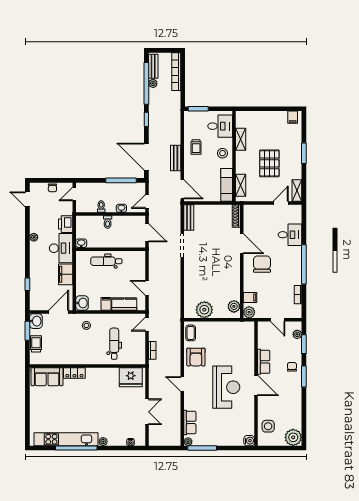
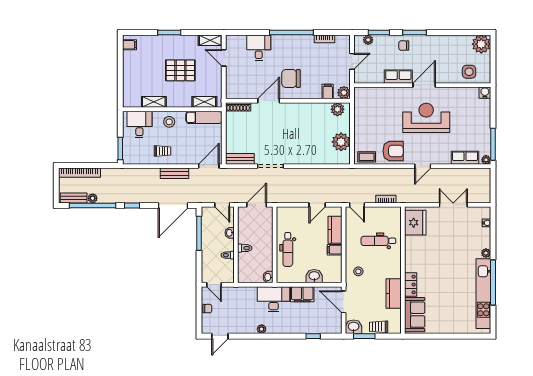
printer: (66, 224) -> (247, 294), removed
washbasin: (82, 303) -> (314, 276), moved
kitchen counter: (66, 357) -> (394, 294), added

